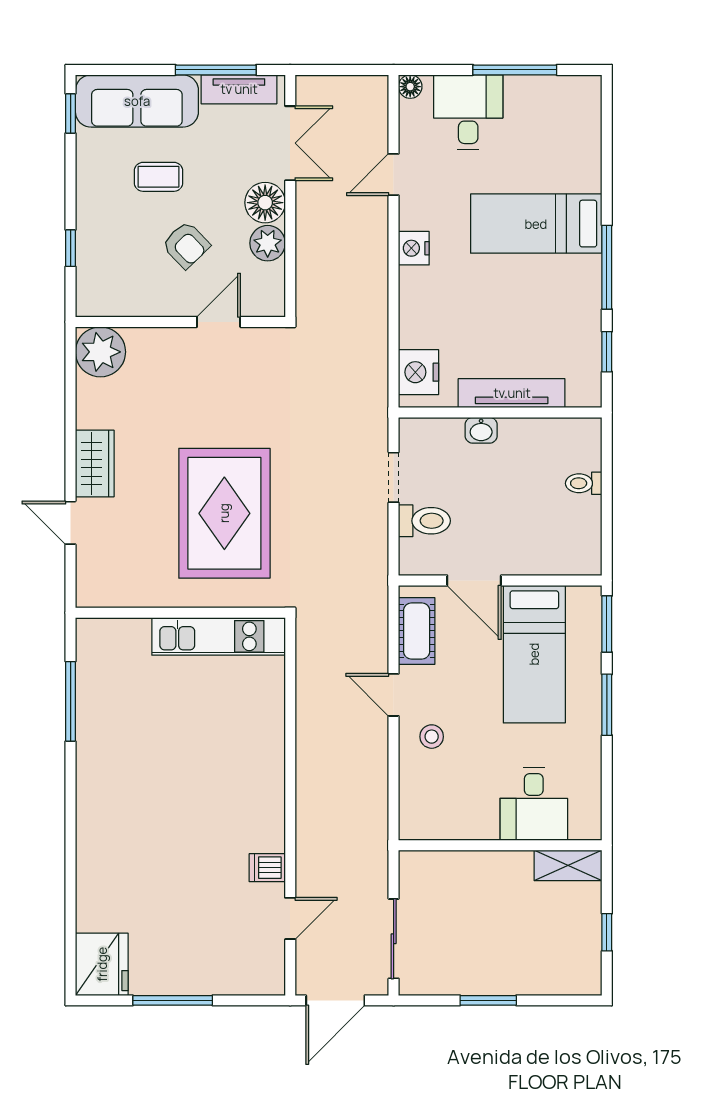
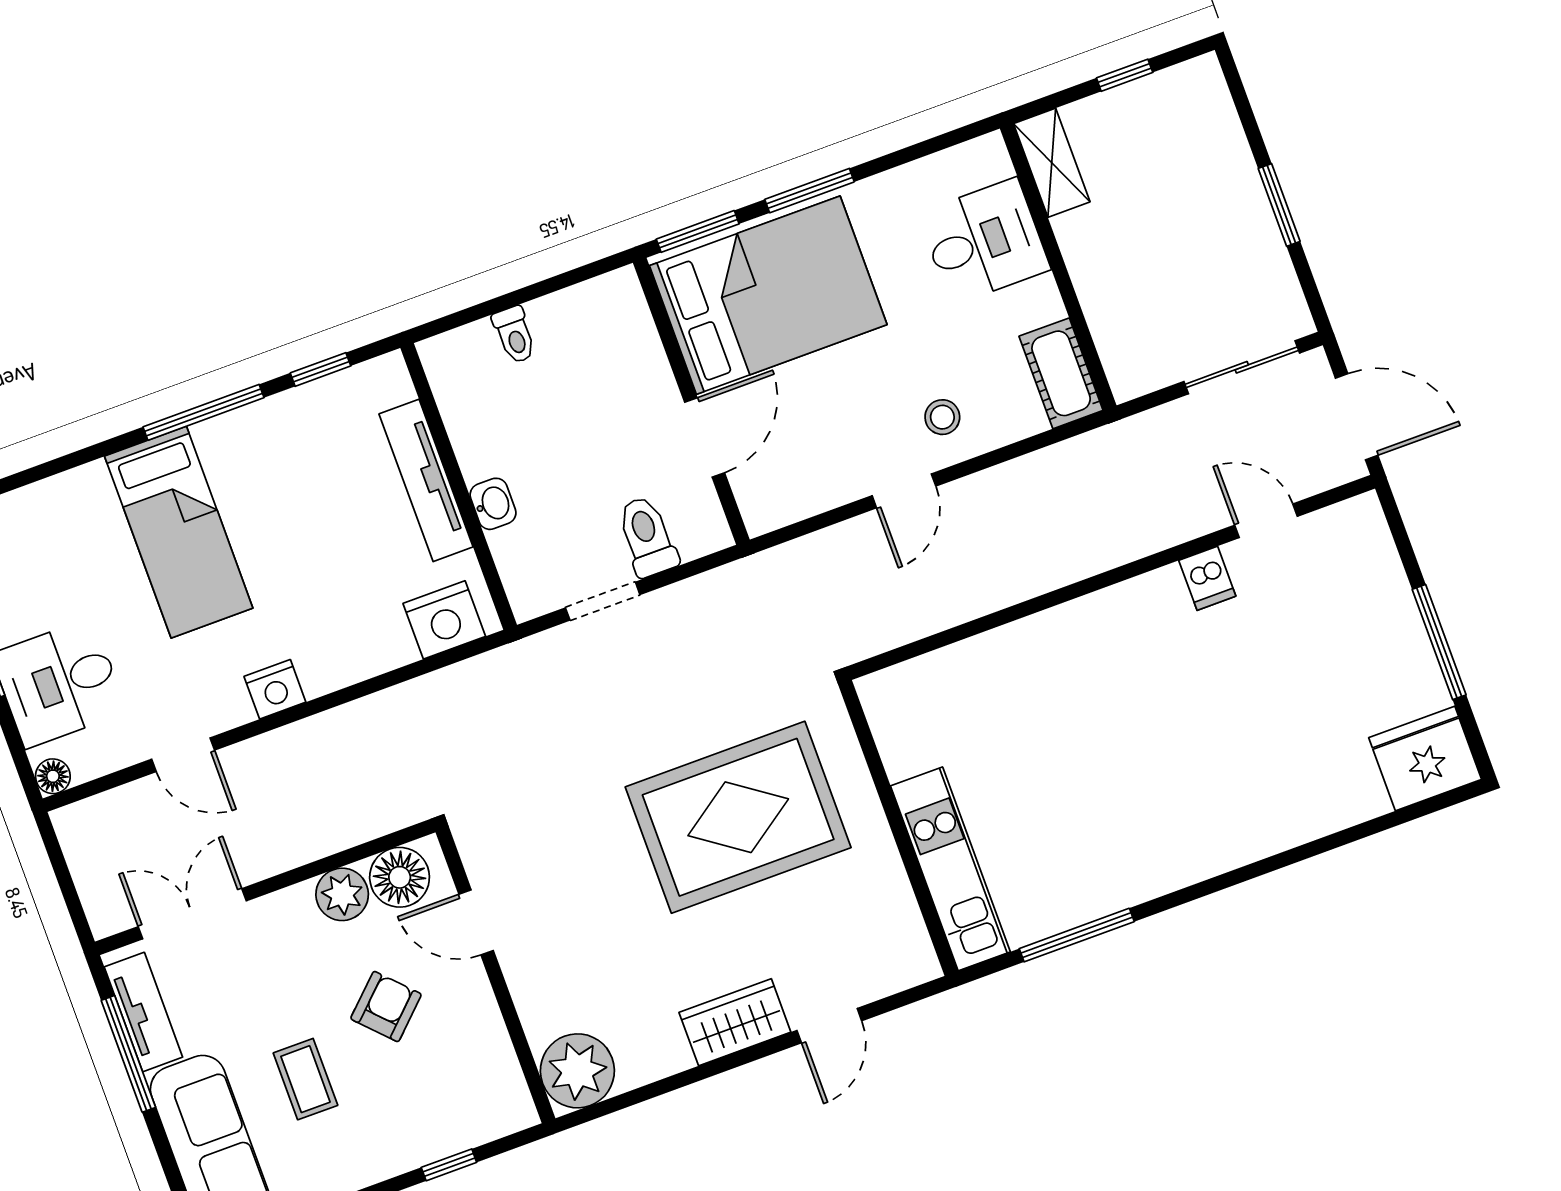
floor lamp: (265, 203) -> (400, 877), moved
cot: (417, 631) -> (1061, 373), moved, turned 90
kitchen unit: (219, 636) -> (950, 869), moved
bed: (534, 654) -> (768, 295), width x1.50

